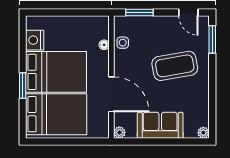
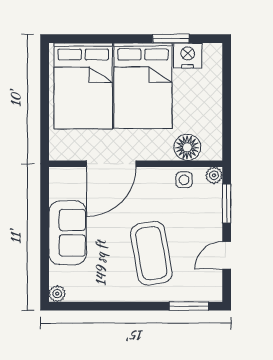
door: (188, 13) -> (227, 255), moved
floor lamp: (104, 45) -> (187, 147), width x1.89, depth x1.89
window: (23, 86) -> (171, 39), moved
plant: (119, 133) -> (214, 175), moved

